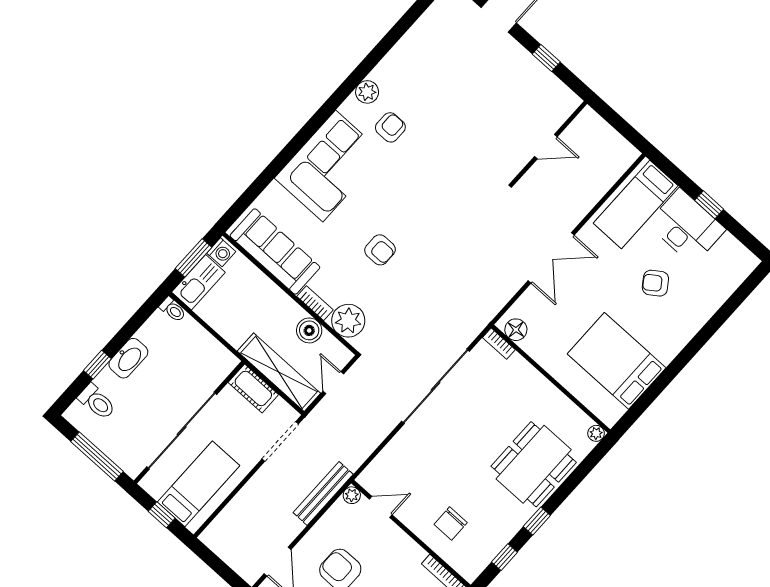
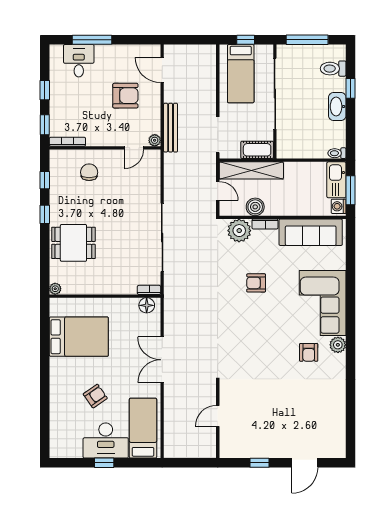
plant: (367, 92) -> (338, 345), moved
dining table: (534, 464) -> (73, 243), width x0.73

